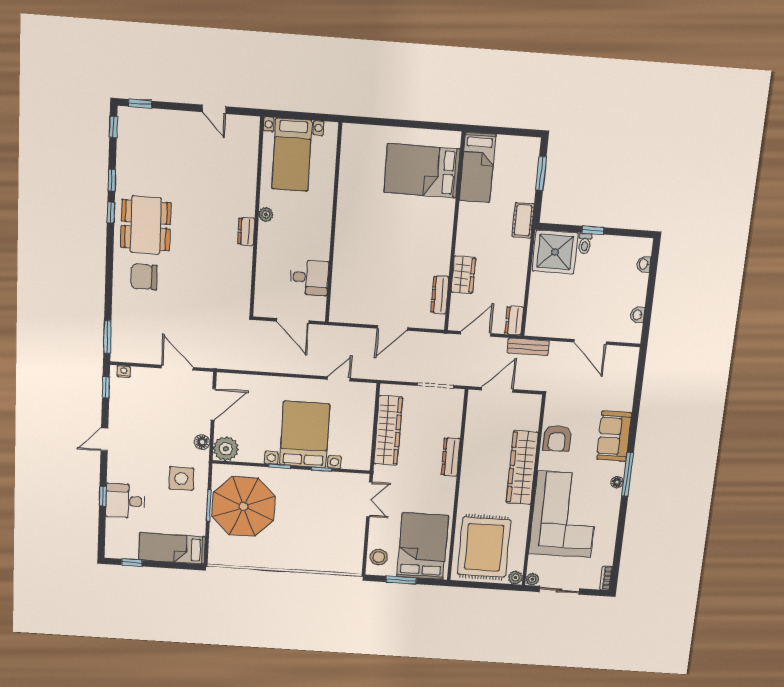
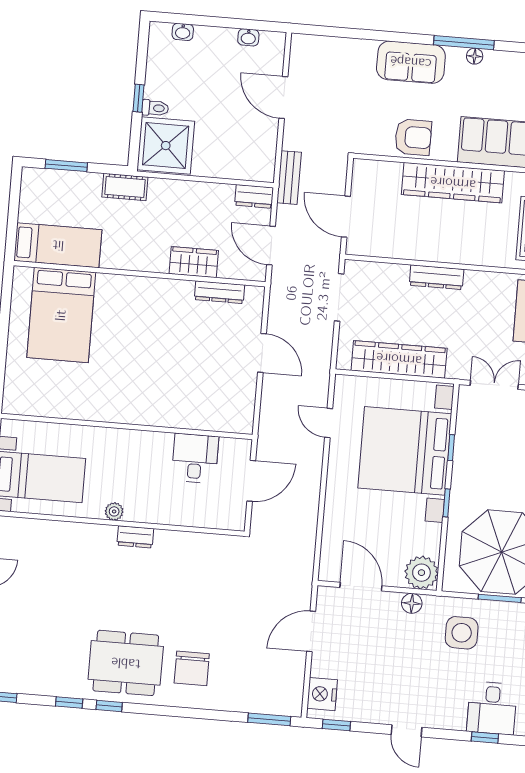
door: (590, 342) -> (283, 98), swing flipped
nightstand: (124, 372) -> (322, 694), width x1.89, depth x1.79
bed with nightstands: (305, 434) -> (405, 451), width x1.36

